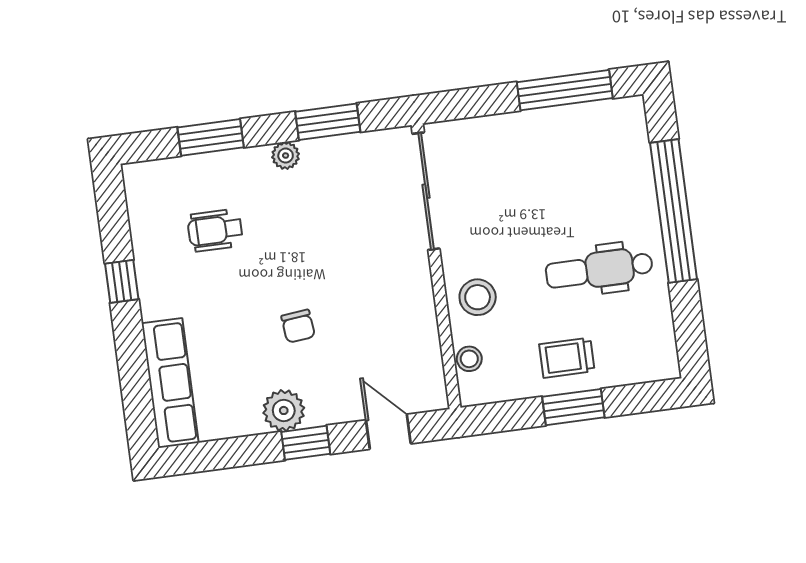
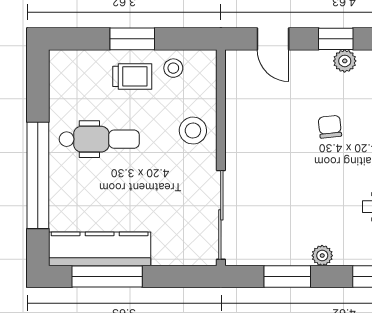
kitchen counter: (580, 125) -> (100, 249), added
stool: (469, 359) -> (173, 68), moved
plant: (284, 410) -> (345, 61), width x0.73, depth x0.73

